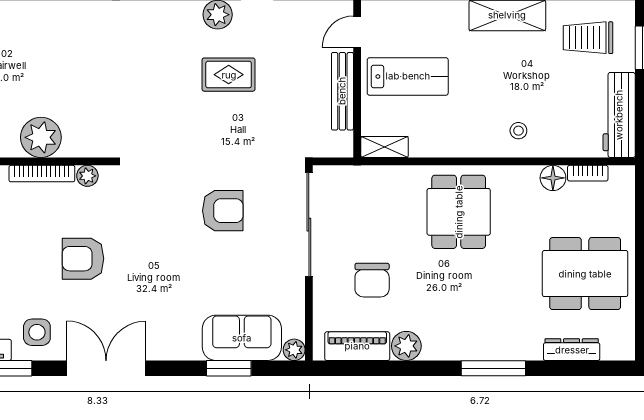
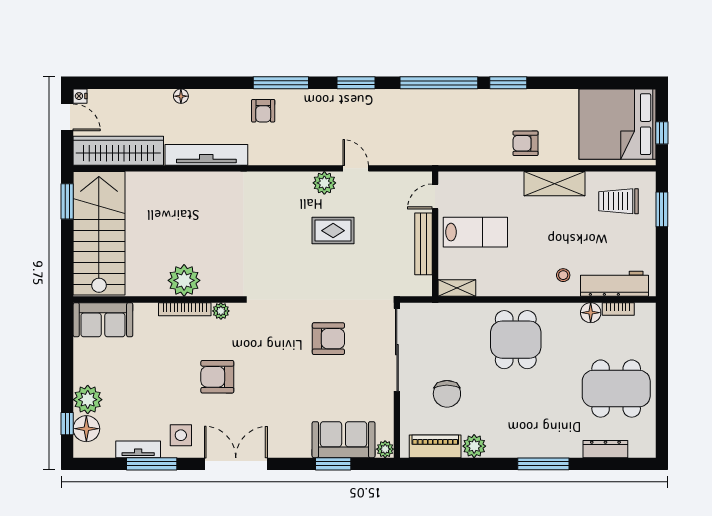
workbench: (619, 115) -> (615, 284), moved, turned 90

